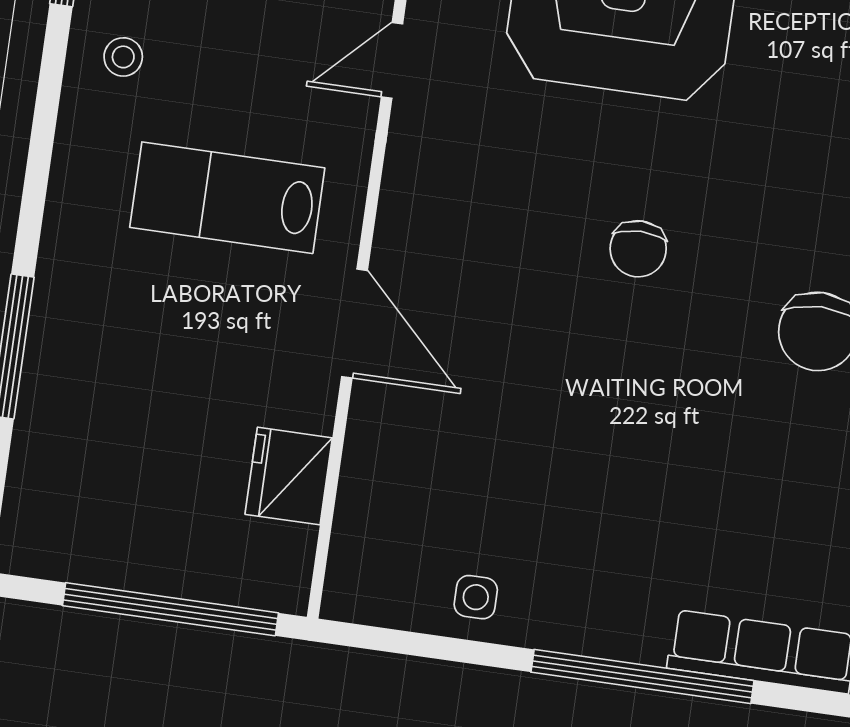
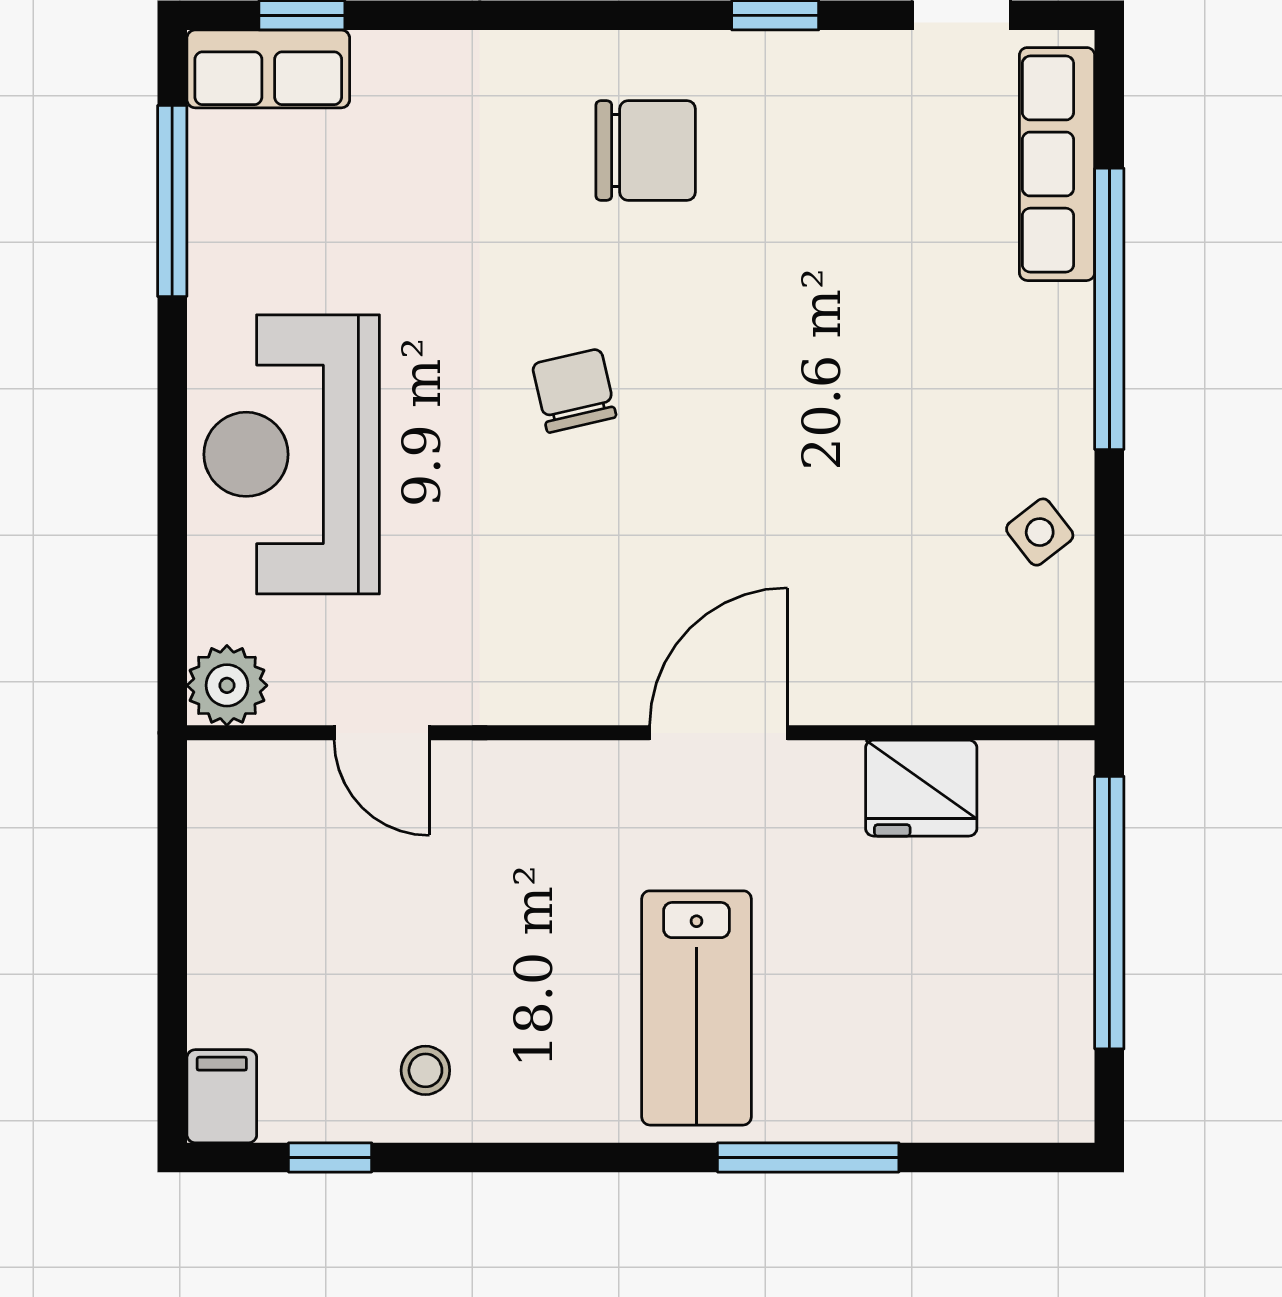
lab bench: (227, 198) -> (697, 1008), moved
chair: (638, 249) -> (574, 391), turned -103
side table: (476, 597) -> (1040, 532), turned -38

